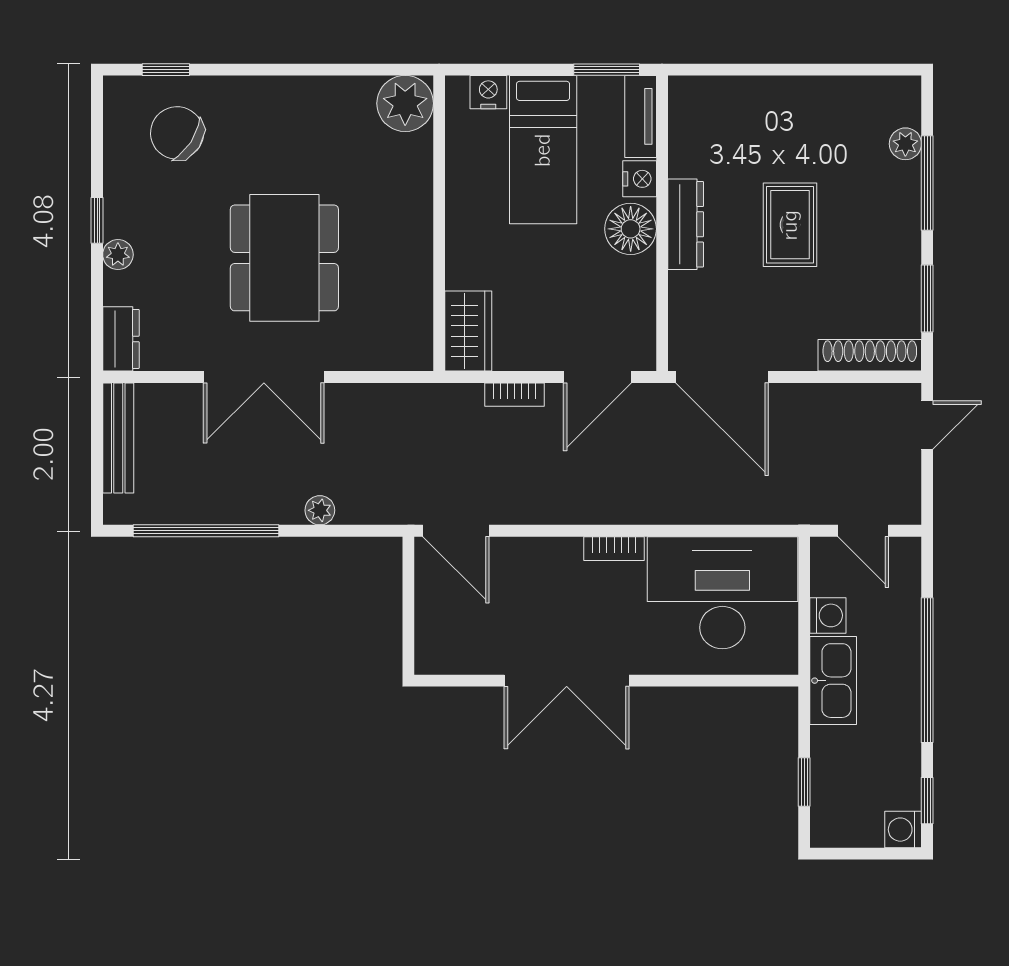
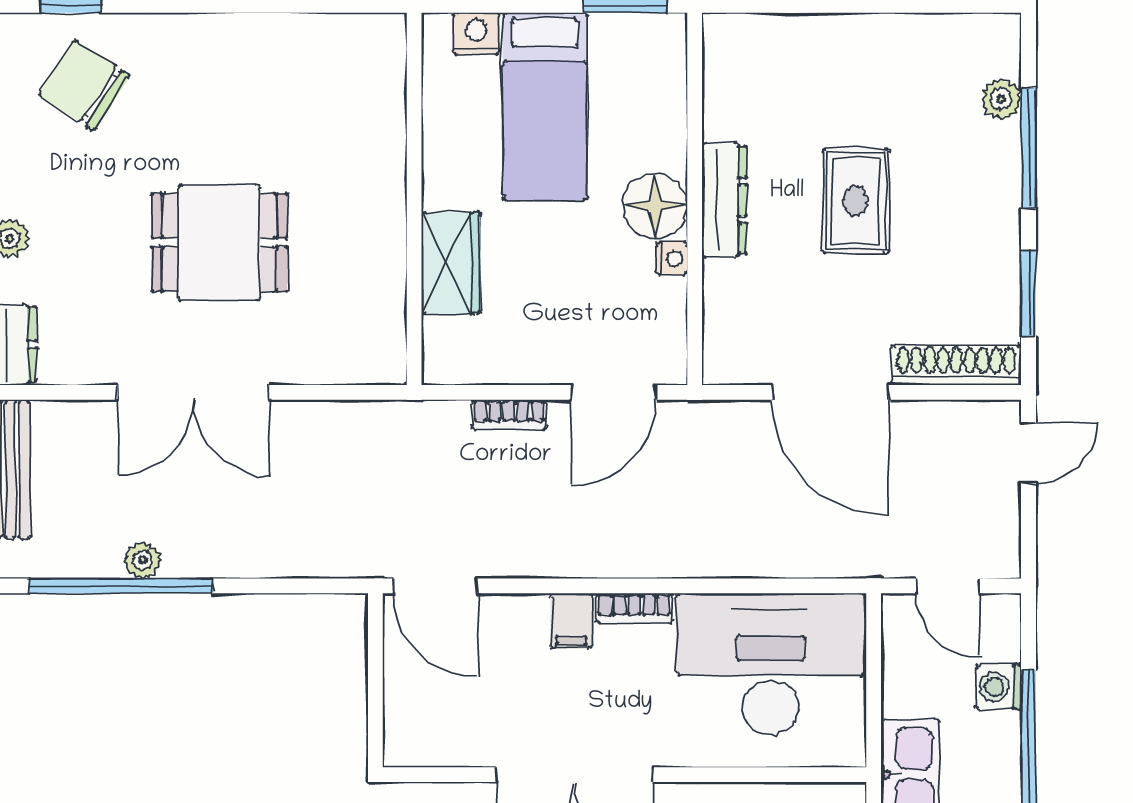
plant: (405, 103) -> (371, 48), removed
tv unit: (641, 116) -> (668, 64), removed
nightstand: (640, 179) -> (672, 259), moved, width x0.72, depth x0.74
dining table: (284, 258) -> (219, 243), width x0.73
wardrobe: (468, 331) -> (451, 263), moved
door: (722, 377) -> (831, 392), moved
plant: (320, 510) -> (143, 560), moved
filing cabinet: (564, 559) -> (572, 621), added
washing machine: (828, 615) -> (999, 687), moved, turned 180

